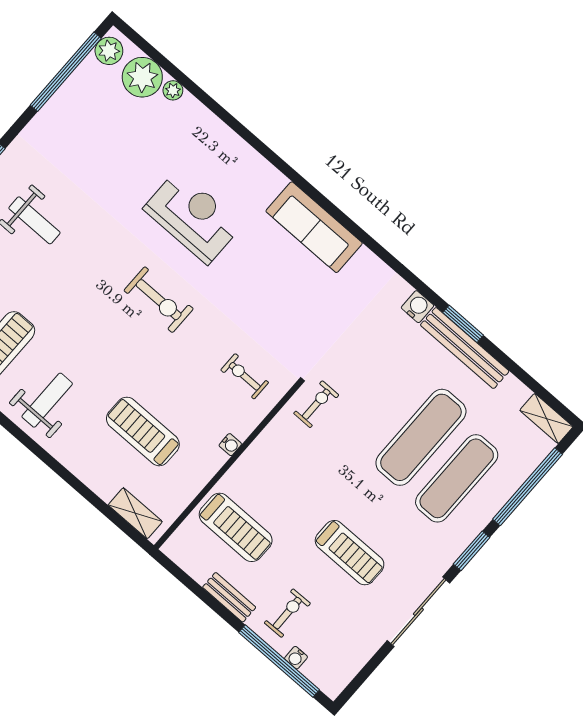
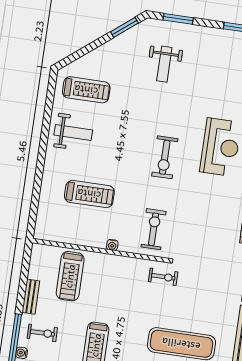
exercise bike: (245, 376) -> (154, 229), width x1.38, depth x1.39
treadmill: (143, 431) -> (89, 194), turned 90
shelving: (135, 513) -> (43, 218), removed

